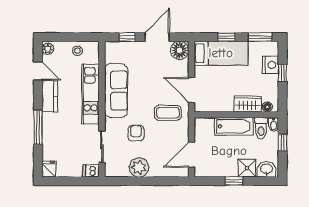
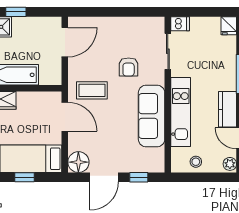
plant: (139, 167) -> (125, 28), removed

